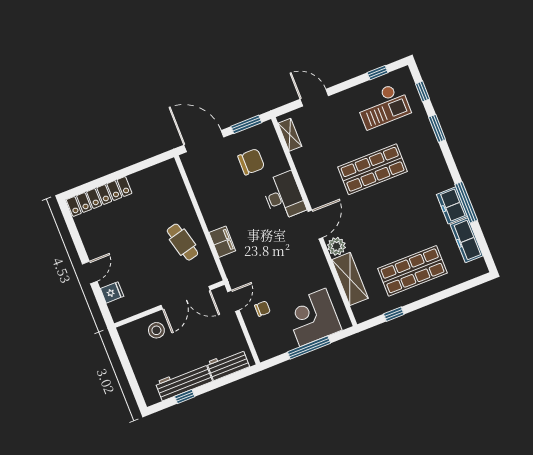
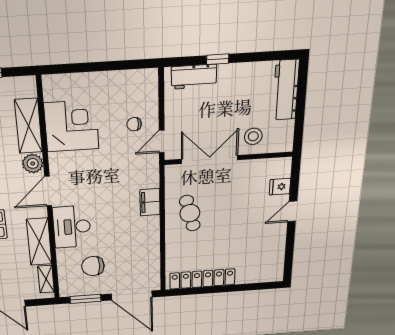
shelving: (308, 172) -> (39, 242), added
locker: (99, 196) -> (202, 279), moved
corner desk: (313, 317) -> (71, 126), moved, turned -90
window: (309, 348) -> (98, 67), removed
workbench: (184, 382) -> (286, 90), moved, turned 90
window: (185, 397) -> (218, 59), moved

